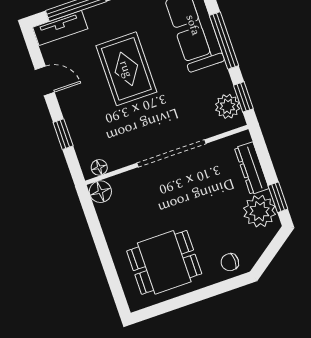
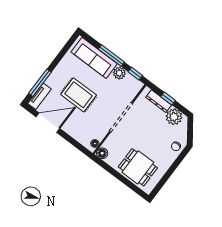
door: (45, 81) -> (48, 123), width x1.88
plant: (228, 106) -> (119, 73), moved
window: (63, 134) -> (70, 140), removed
window: (278, 197) -> (168, 99), moved
dining table: (164, 262) -> (138, 167), moved, turned 90

